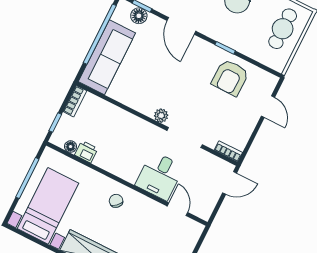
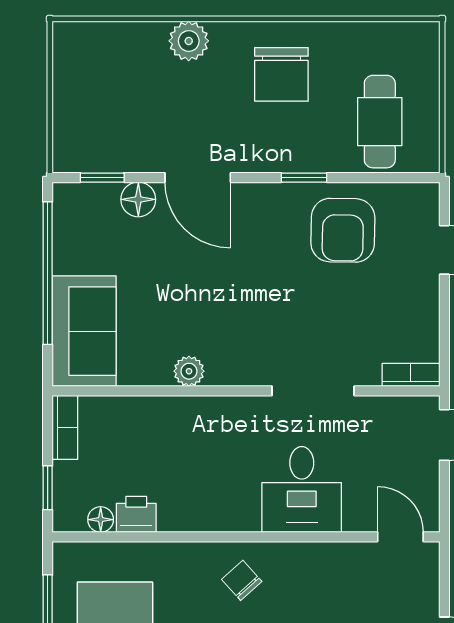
floor lamp: (139, 16) -> (138, 199), moved
cafe table: (283, 29) -> (380, 122), moved
sofa: (107, 57) -> (84, 331), width x0.73
plant: (161, 116) -> (189, 371), moved
door: (177, 209) -> (400, 537), moved

